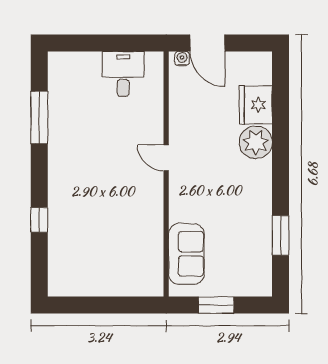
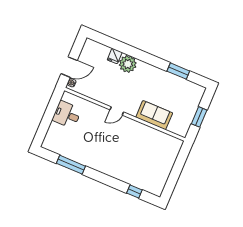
fridge: (256, 105) -> (115, 56), width x0.53, depth x0.75
window: (39, 220) -> (134, 191), moved
sofa: (186, 254) -> (154, 115), moved

